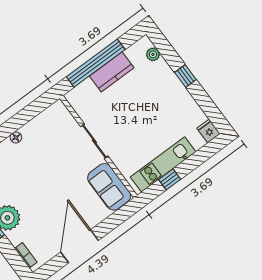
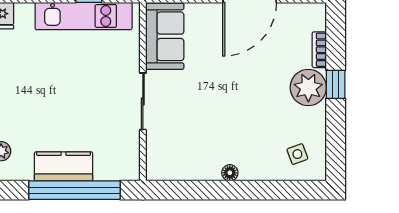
bookcase: (26, 255) -> (319, 50), moved

